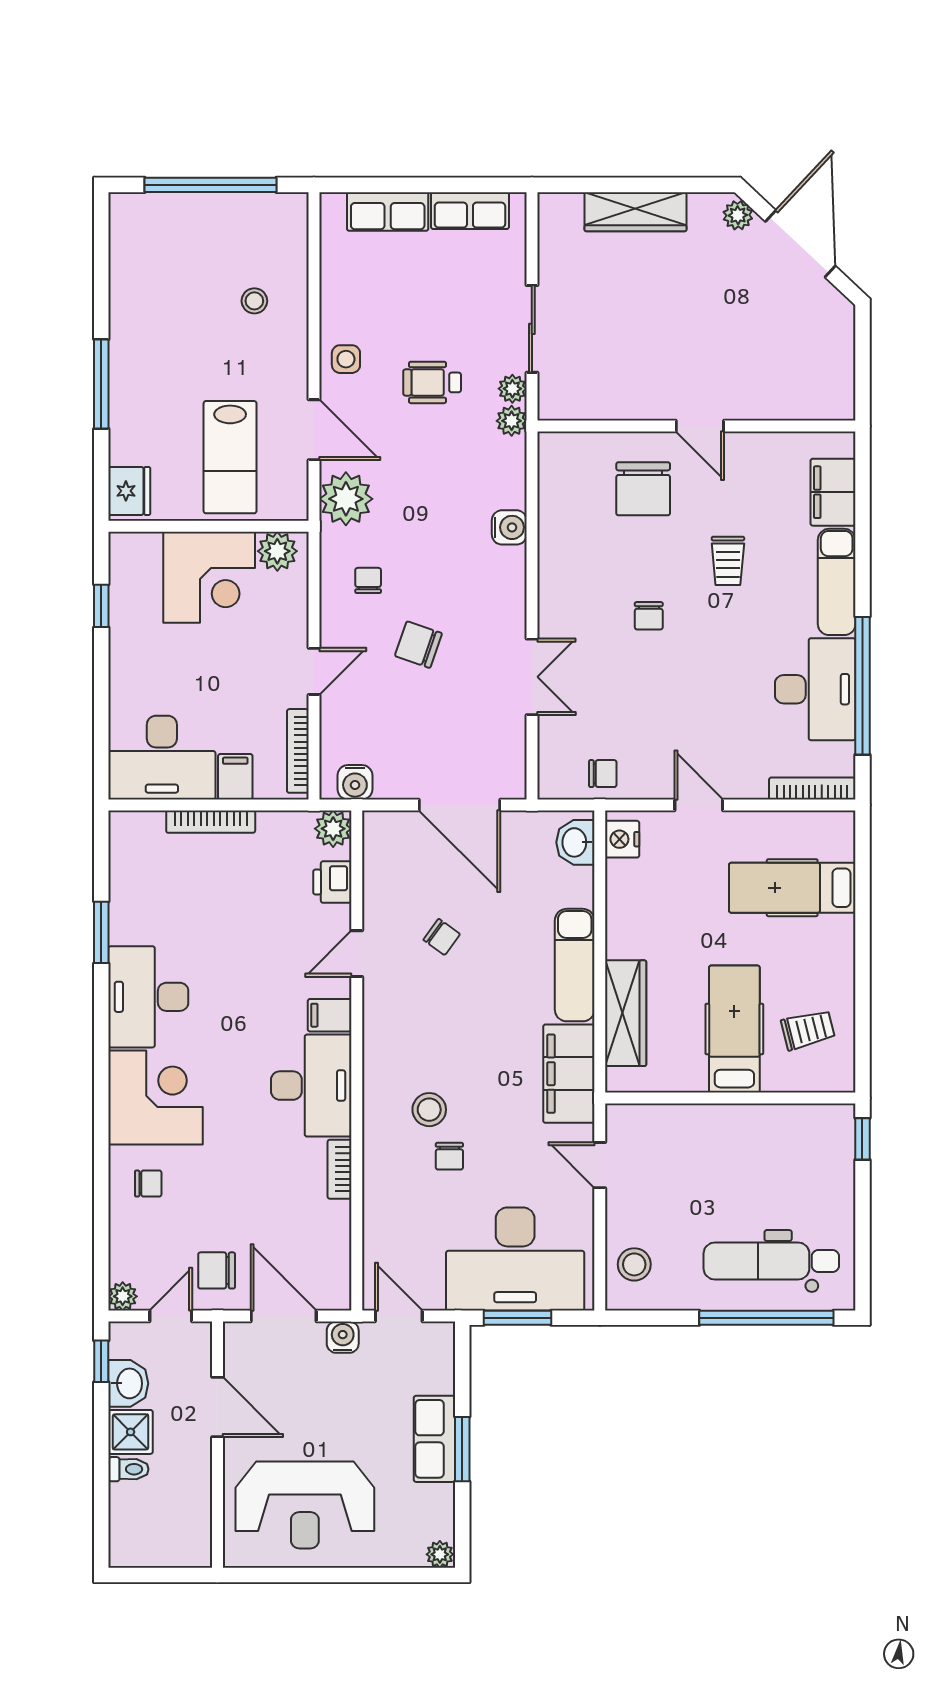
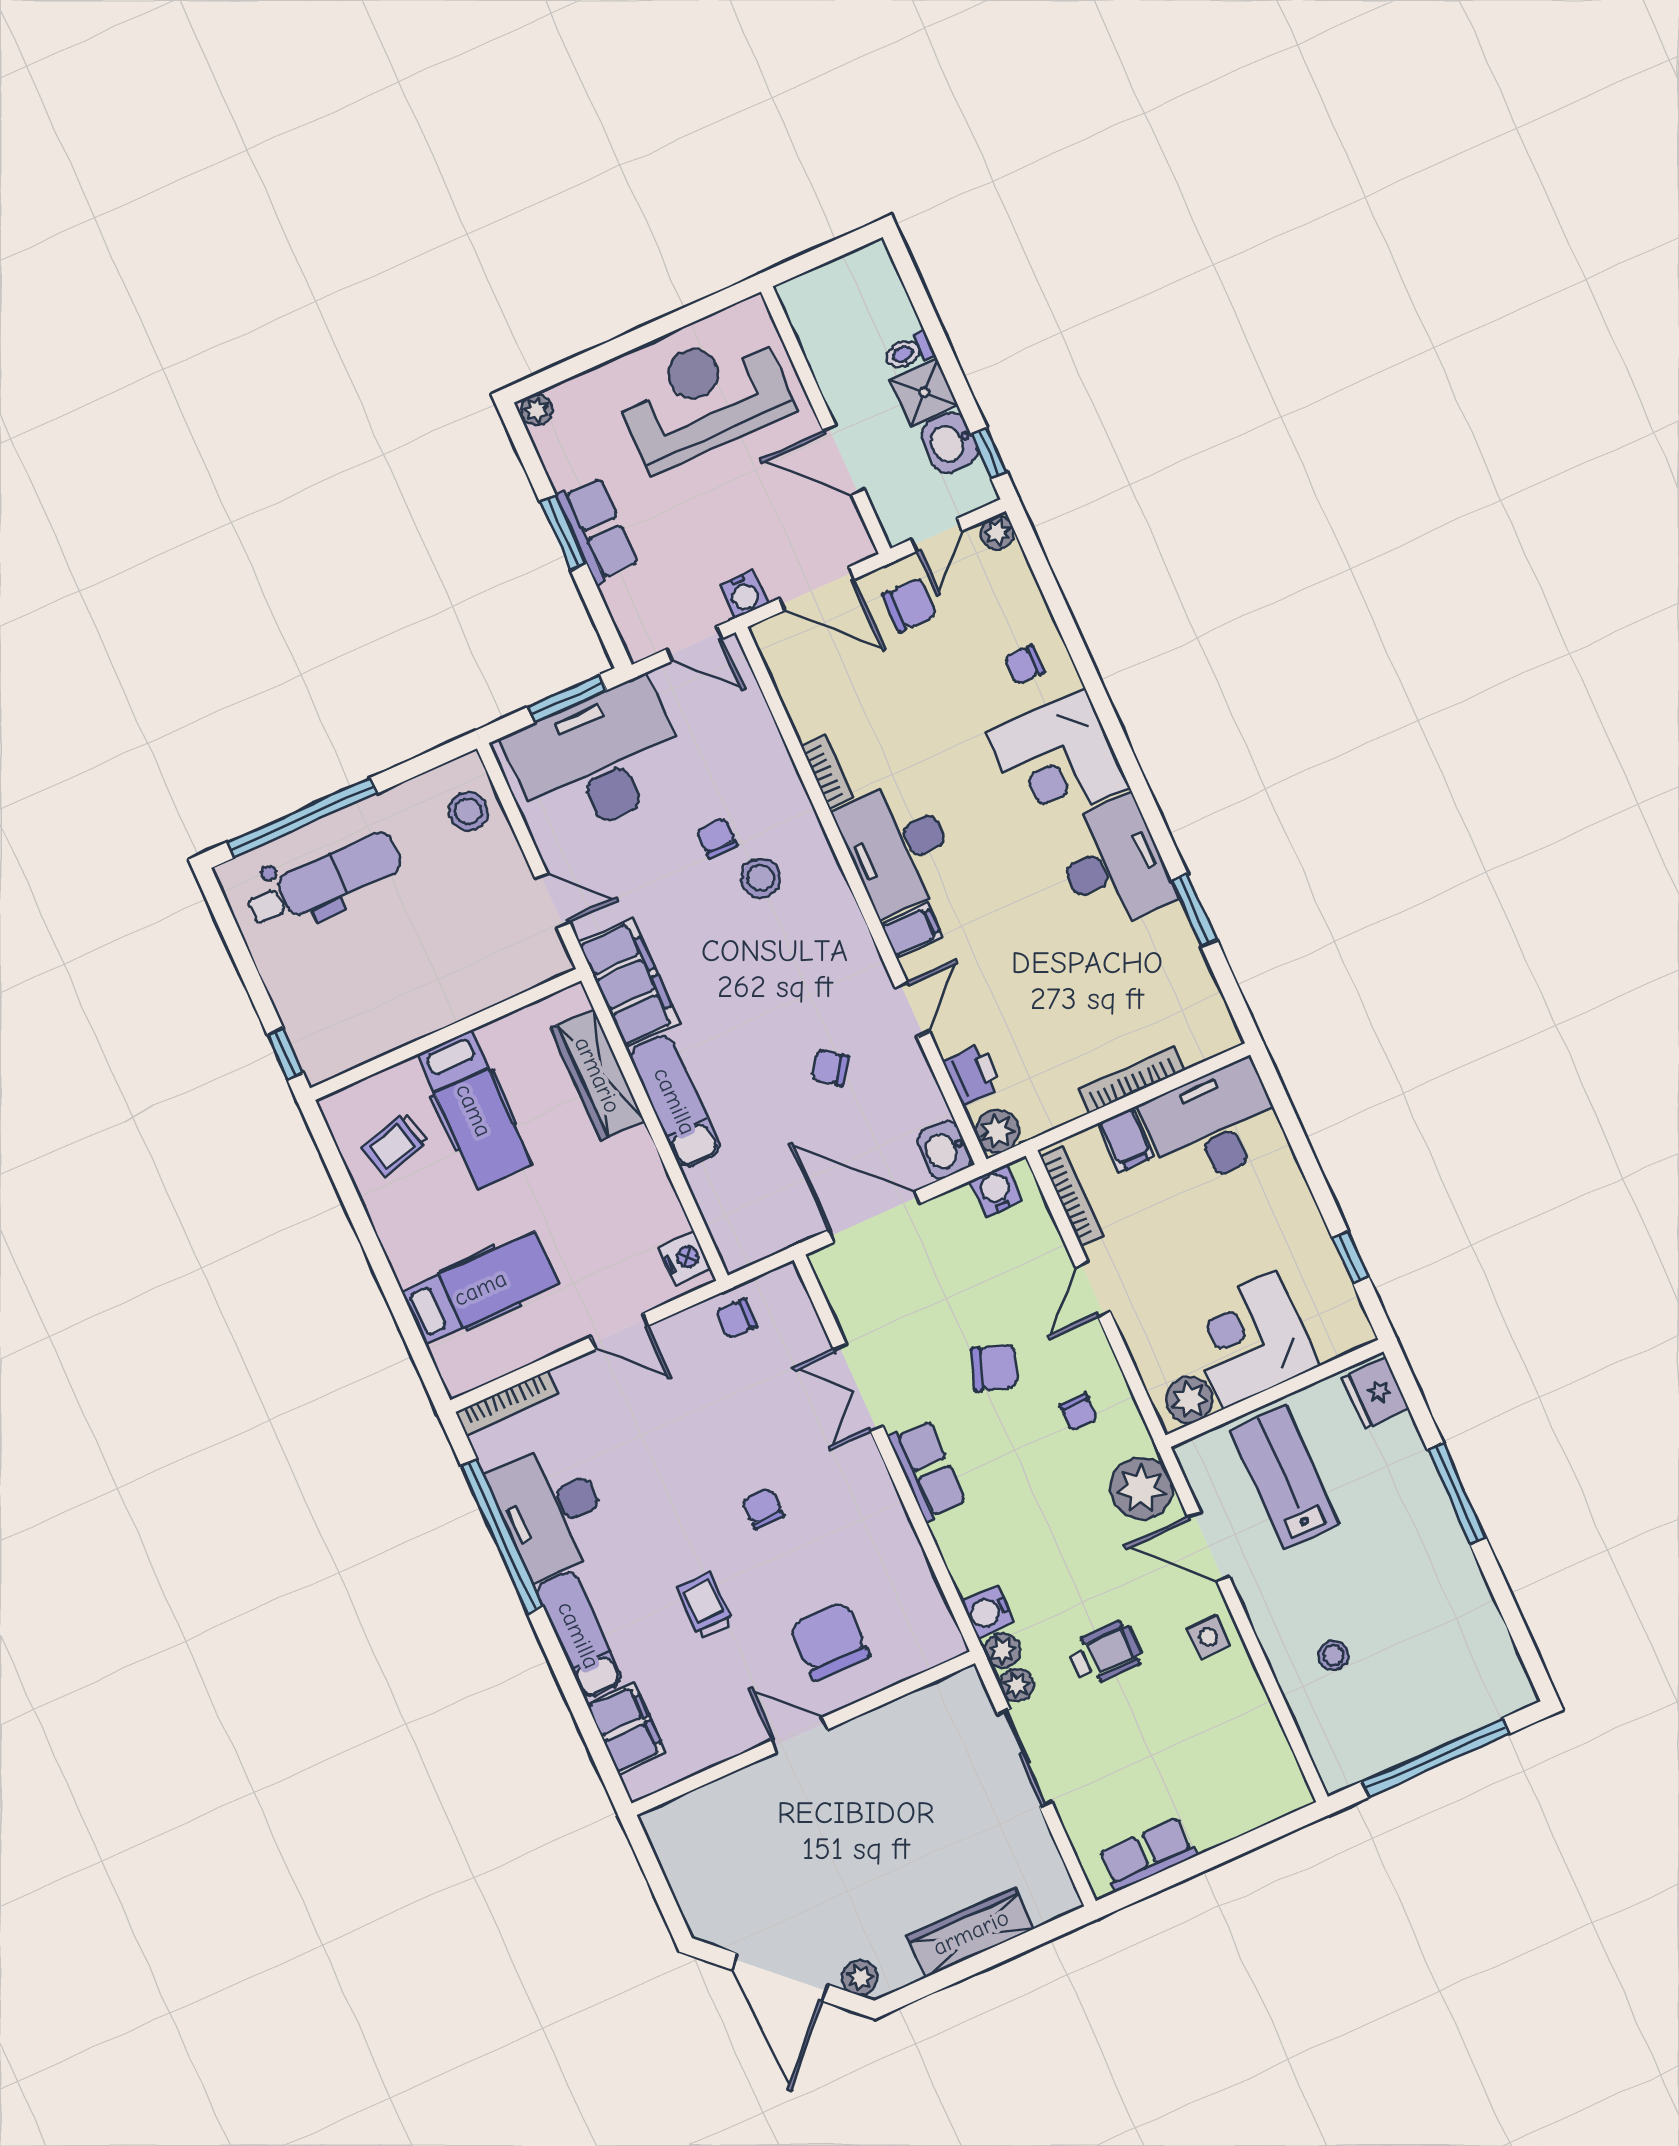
row of seats: (388, 211) -> (927, 1470), moved, turned 90
water cooler: (509, 527) -> (988, 1612), moved
washbasin: (575, 842) -> (944, 1150), moved, turned 180

